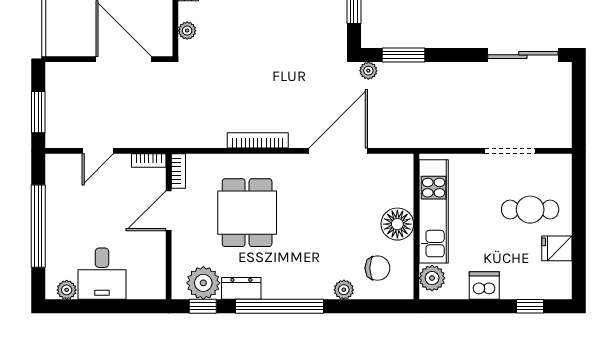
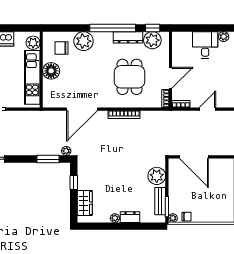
plant: (187, 31) -> (157, 176), width x1.88, depth x1.88
dresser: (241, 288) -> (128, 37), width x1.44
plant: (344, 290) -> (84, 41), width x1.88, depth x1.88

